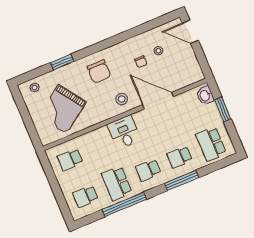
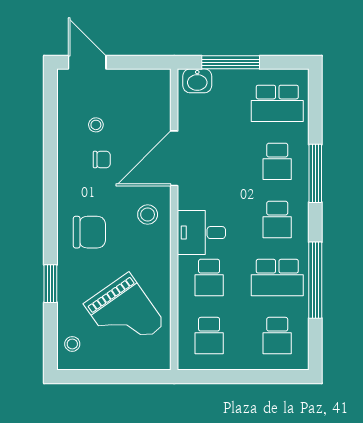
door: (190, 32) -> (87, 62), swing flipped
window: (223, 109) -> (231, 62), width x1.44
school desk: (101, 146) -> (209, 278), added

